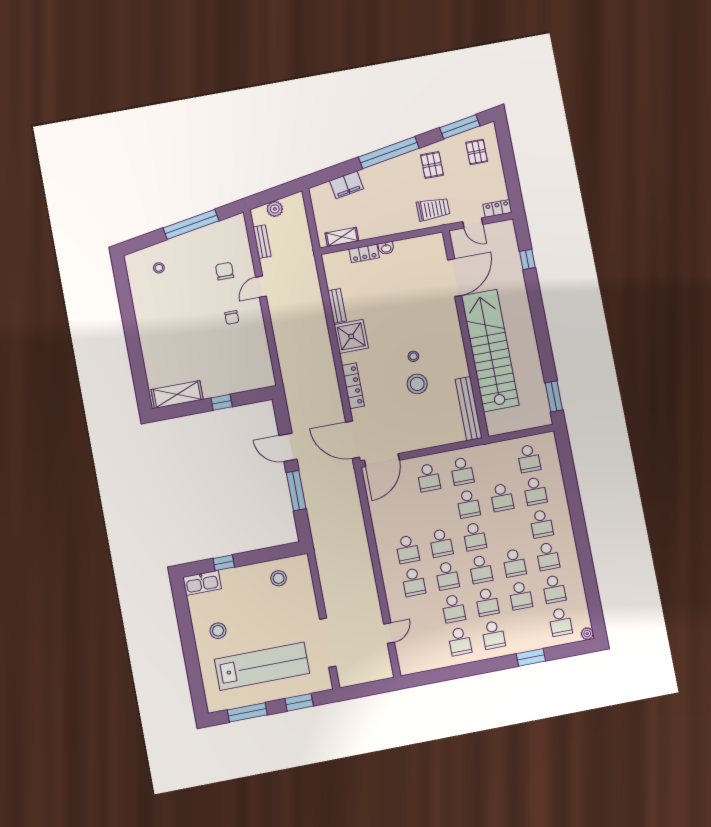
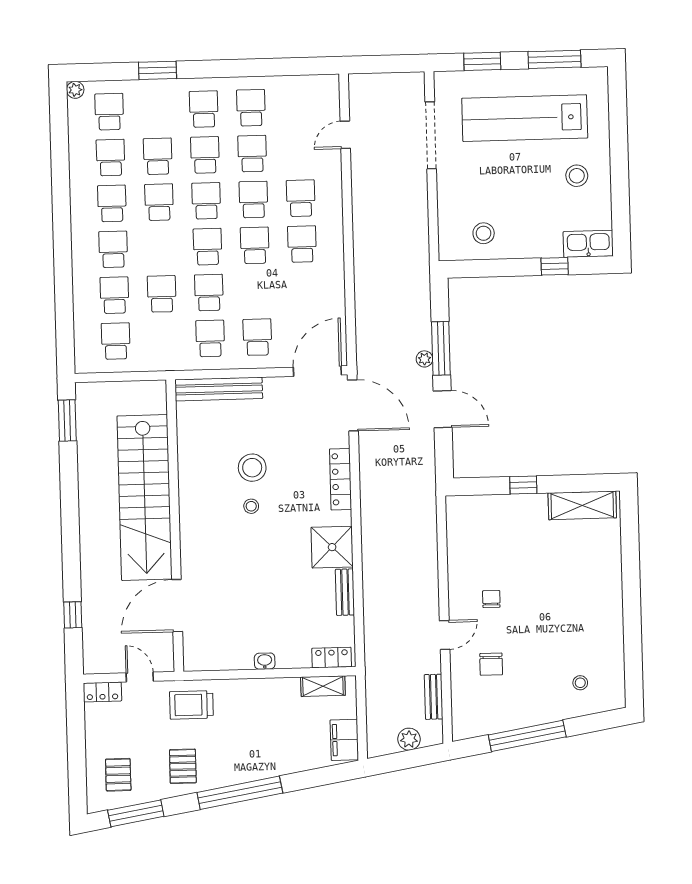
filing cabinet: (346, 185) -> (344, 740), moved, turned -80
locker: (364, 253) -> (332, 658), moved
bench: (469, 409) -> (219, 389), moved, turned 90
plant: (307, 481) -> (424, 359), added

